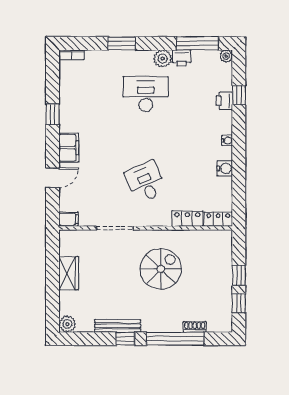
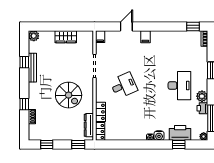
printer: (224, 101) -> (180, 133), width x1.87, depth x1.48
window: (53, 114) -> (193, 26), moved
filing cabinet: (69, 148) -> (145, 37), width x0.50
water cooler: (225, 168) -> (159, 136), moved
door: (53, 178) -> (126, 26), swing flipped
dresser: (208, 237) -> (89, 125), added
window: (239, 275) -> (78, 145), moved
window: (125, 339) -> (24, 62), moved
window: (175, 339) -> (24, 104), width x0.32

